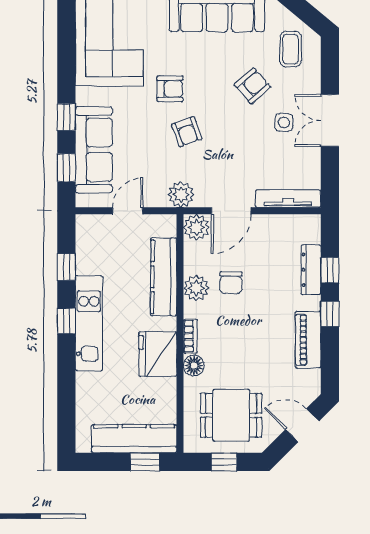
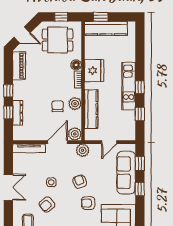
side table: (284, 122) -> (51, 182), moved
piano: (308, 340) -> (19, 66), moved

